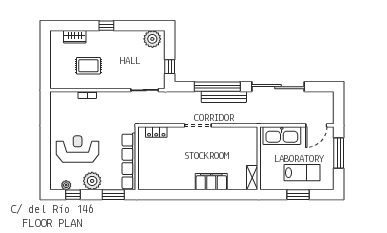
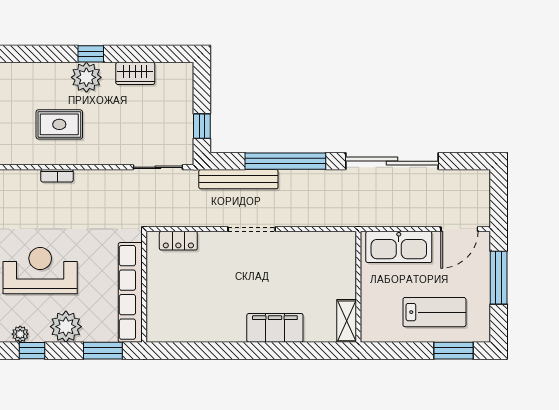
wardrobe: (75, 37) -> (135, 73), moved
plant: (152, 39) -> (86, 77), moved
bench: (224, 97) -> (238, 179), moved
window: (298, 195) -> (453, 351), moved

